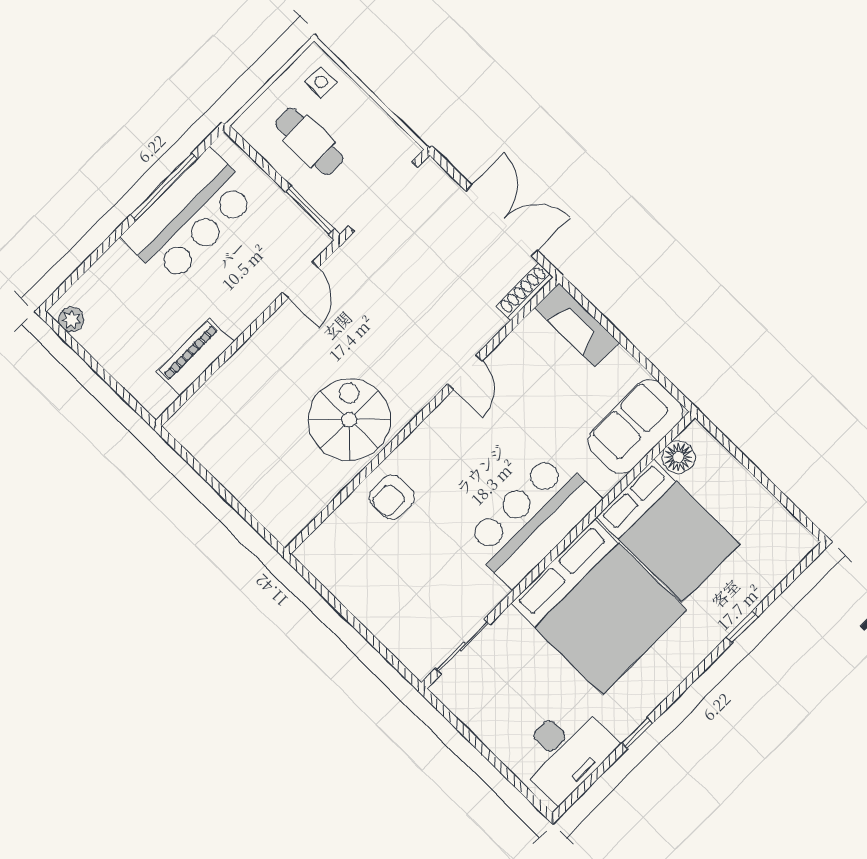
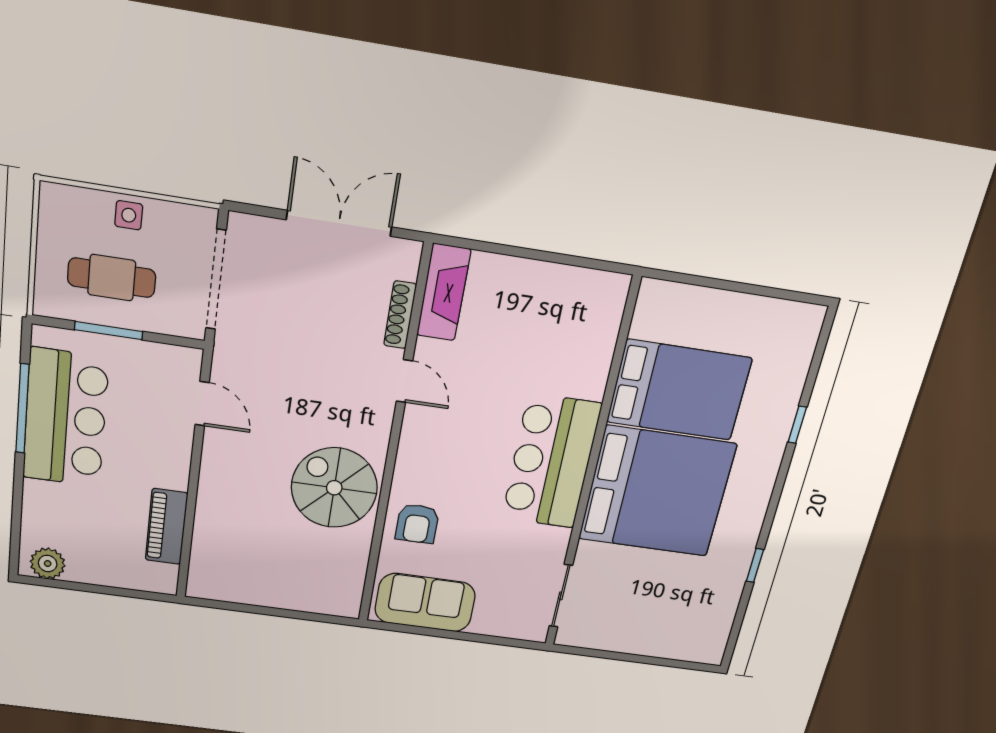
side table: (321, 82) -> (129, 215), moved
window: (310, 210) -> (109, 331), moved
shoe rack: (525, 292) -> (400, 315), moved
plant: (71, 319) -> (48, 563), width x1.38, depth x1.38
fireplace: (577, 325) -> (444, 292), moved, turned -90
sofa: (636, 427) -> (425, 603), moved, turned 90
floor lamp: (678, 457) -> (648, 321), removed
desk: (565, 751) -> (701, 617), removed

